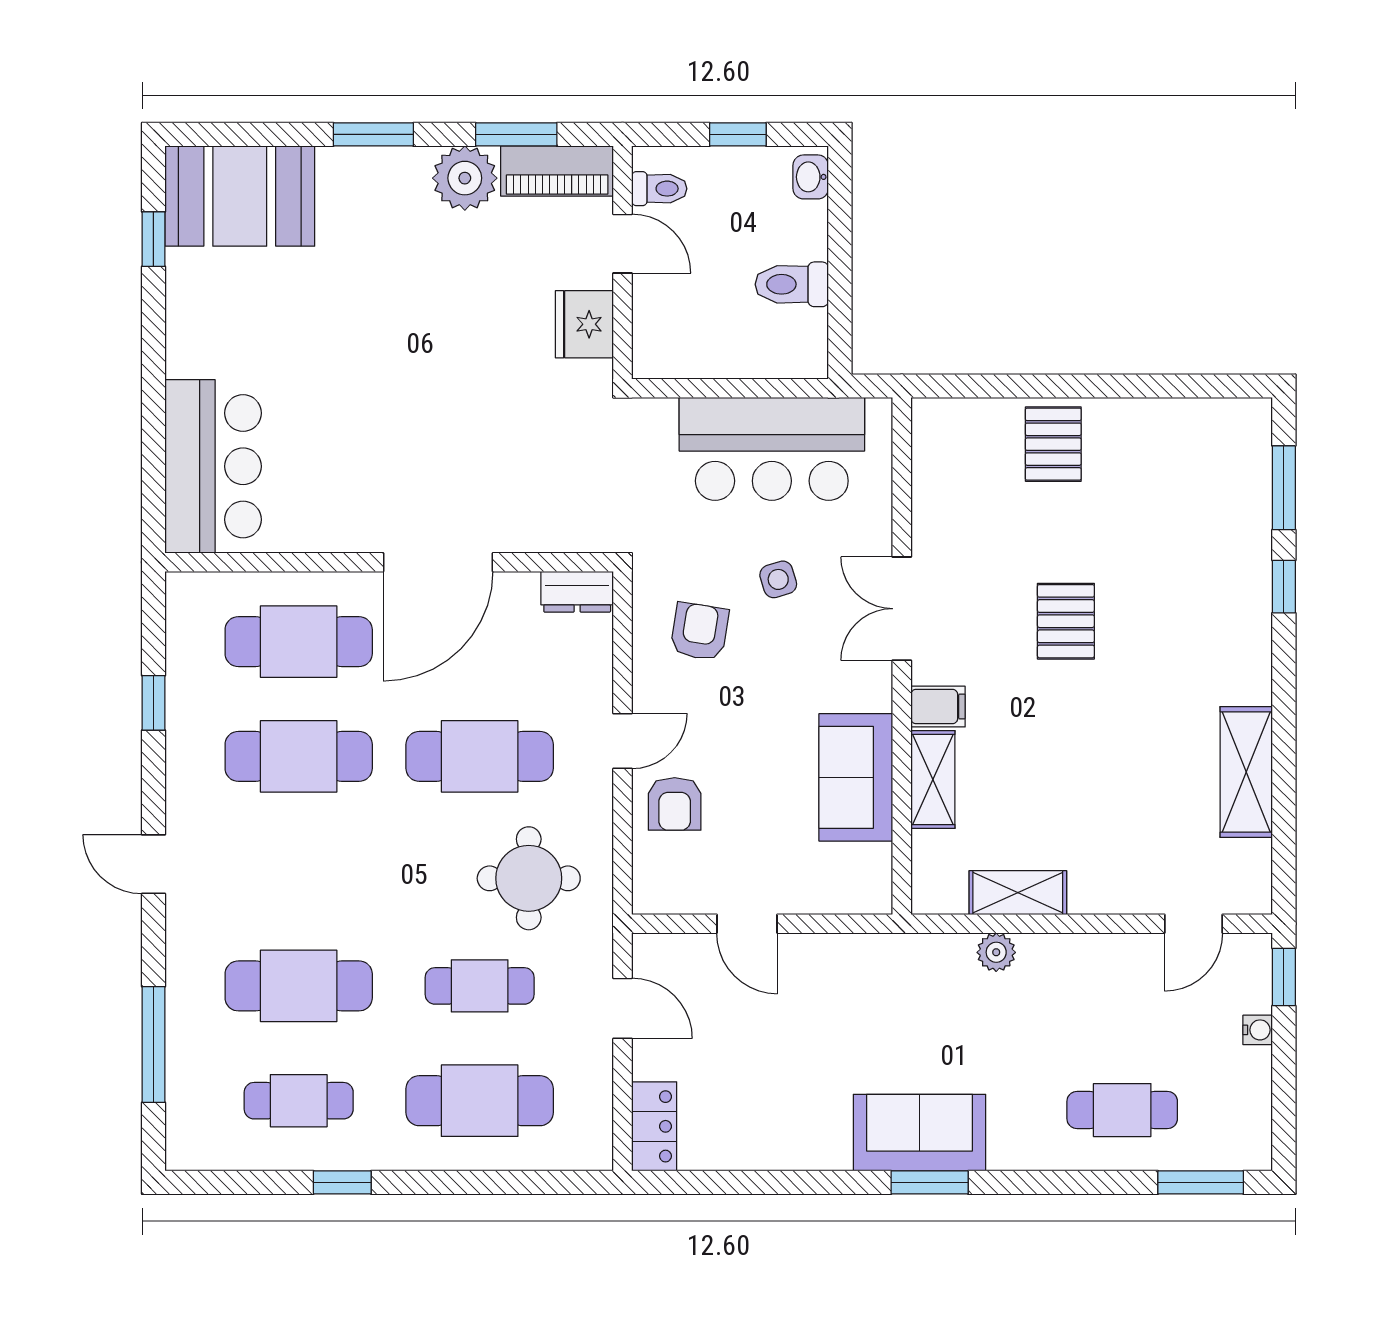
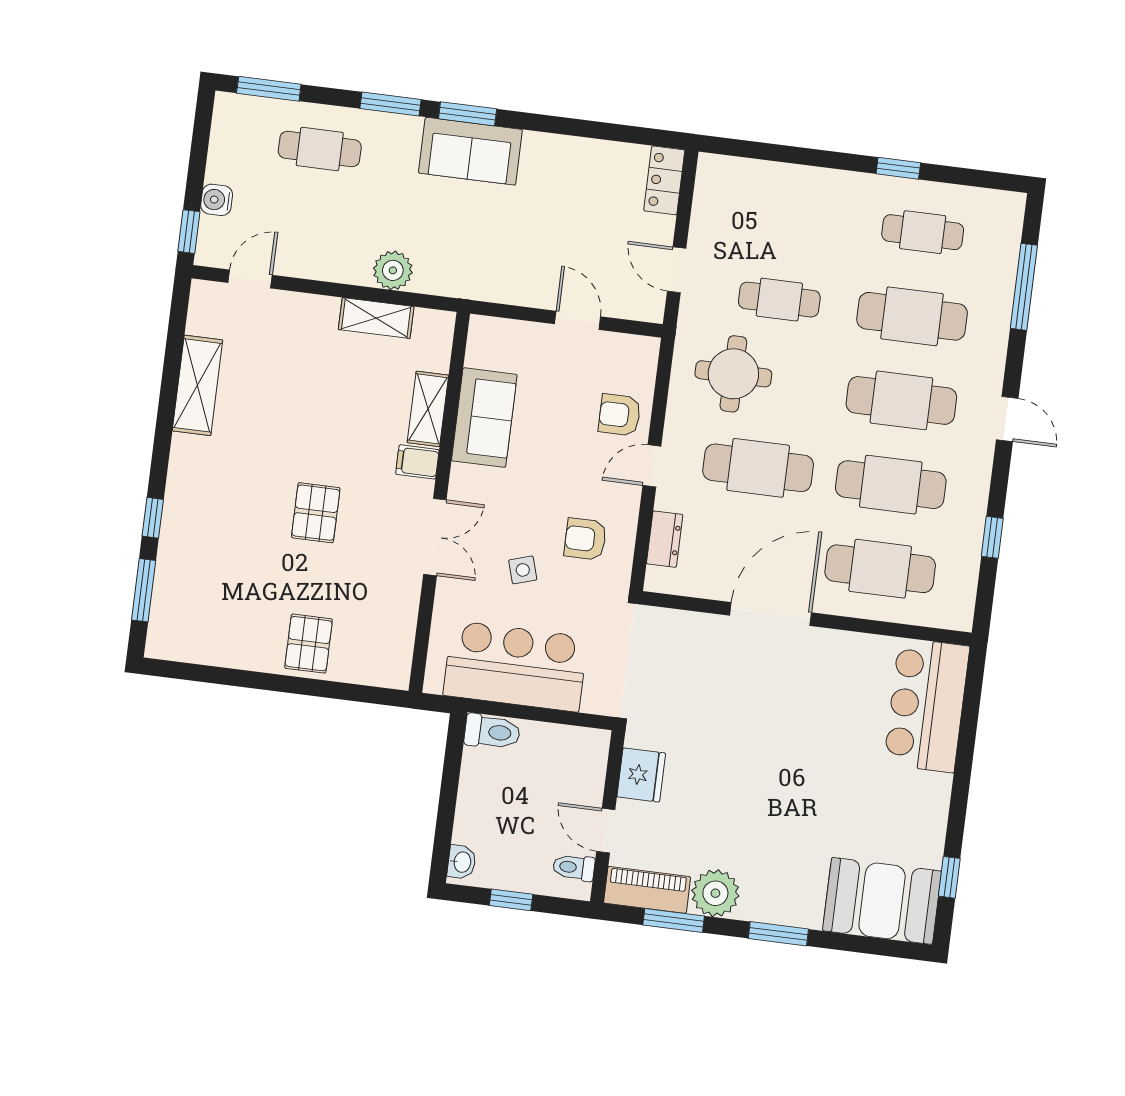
toilet: (792, 284) -> (492, 732), moved
dresser: (577, 592) -> (665, 539), moved, turned 90
armchair: (699, 631) -> (585, 539), turned 81
armchair: (675, 804) -> (620, 415), turned -90
plant: (996, 952) -> (393, 270), width x1.38, depth x1.38
water cooler: (1258, 1030) -> (217, 200), width x1.38, depth x1.38
cafe table: (480, 1101) -> (901, 400), moved
window: (1035, 1182) -> (390, 104), added

